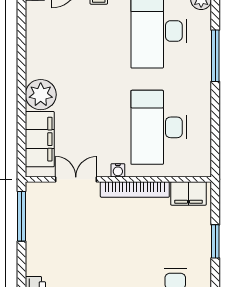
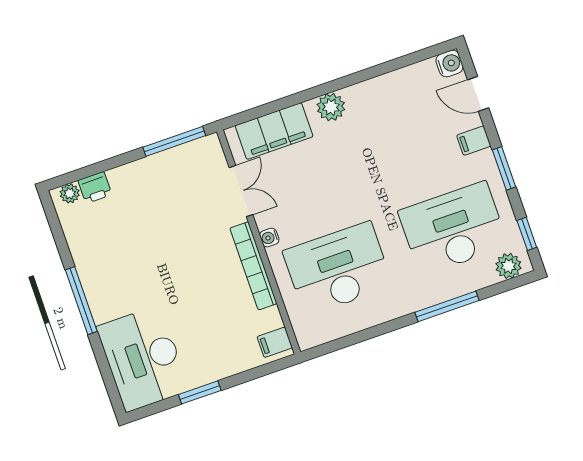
plant: (41, 95) -> (331, 107), width x0.73, depth x0.73
filing cabinet: (188, 193) -> (275, 342), width x0.50
window: (215, 241) -> (200, 392), moved

